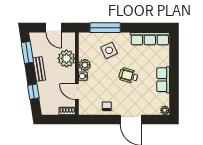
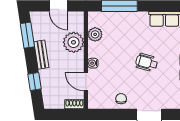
side table: (109, 50) -> (124, 33), removed
plant: (85, 65) -> (95, 34), moved

